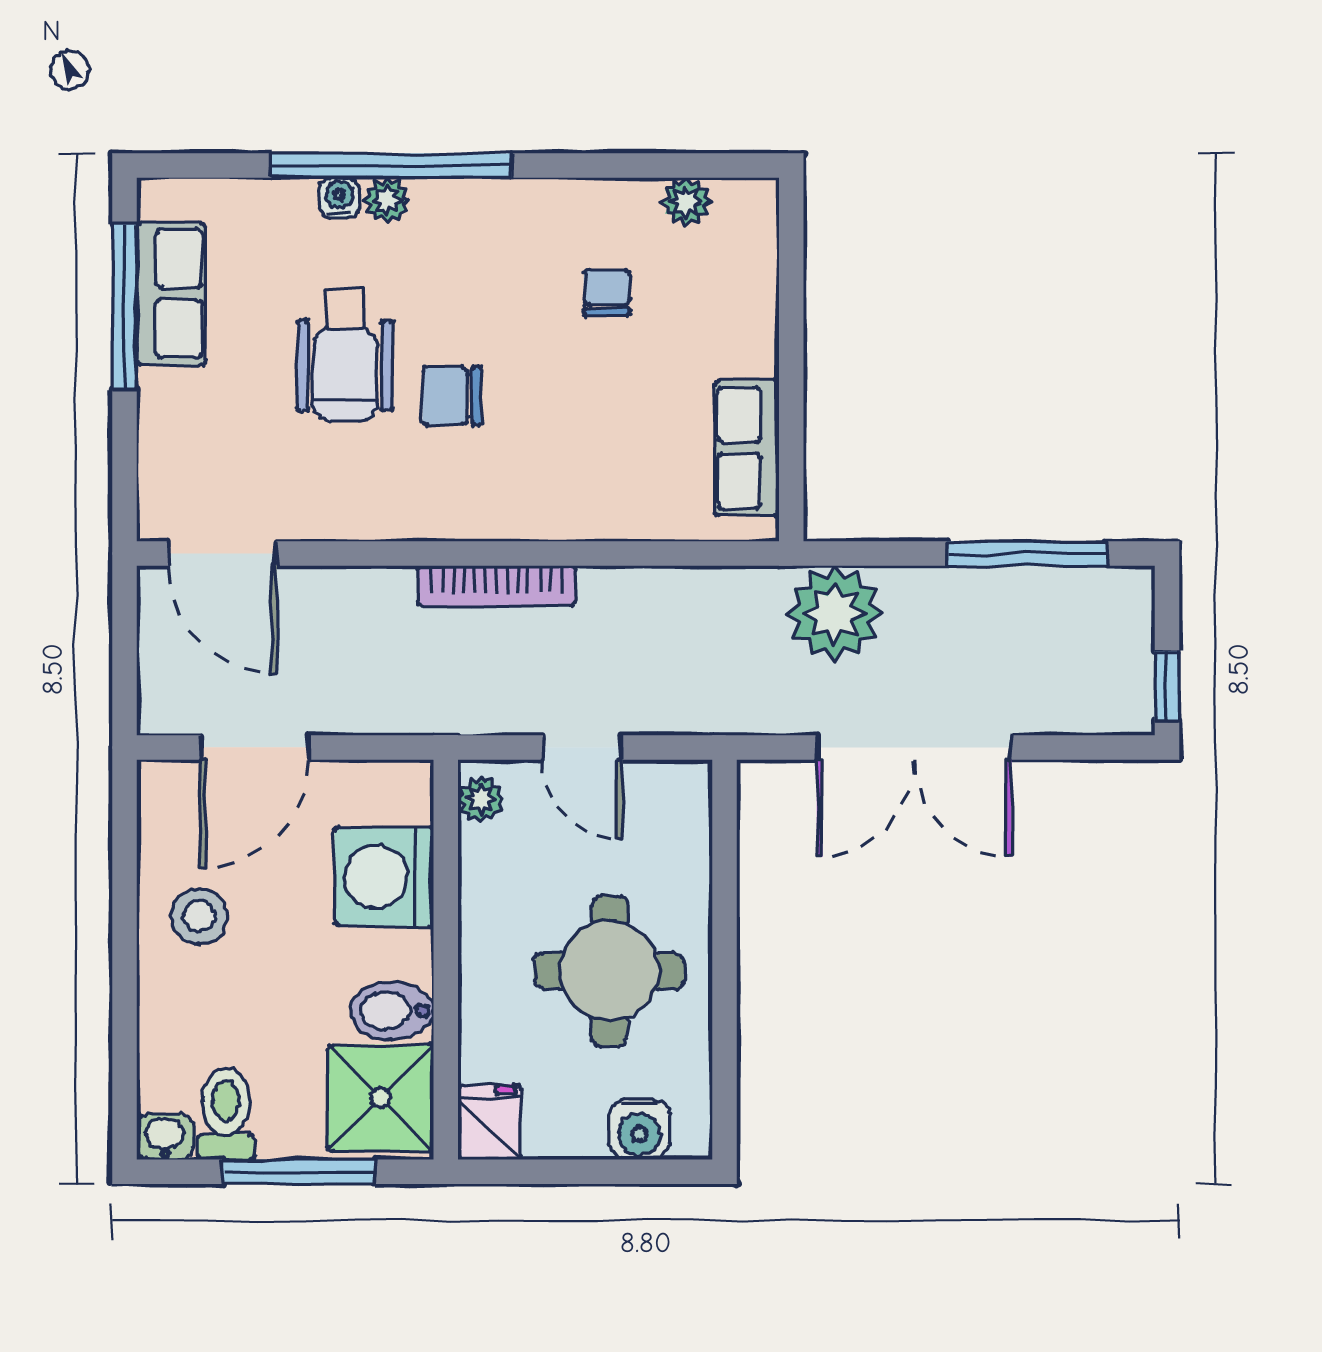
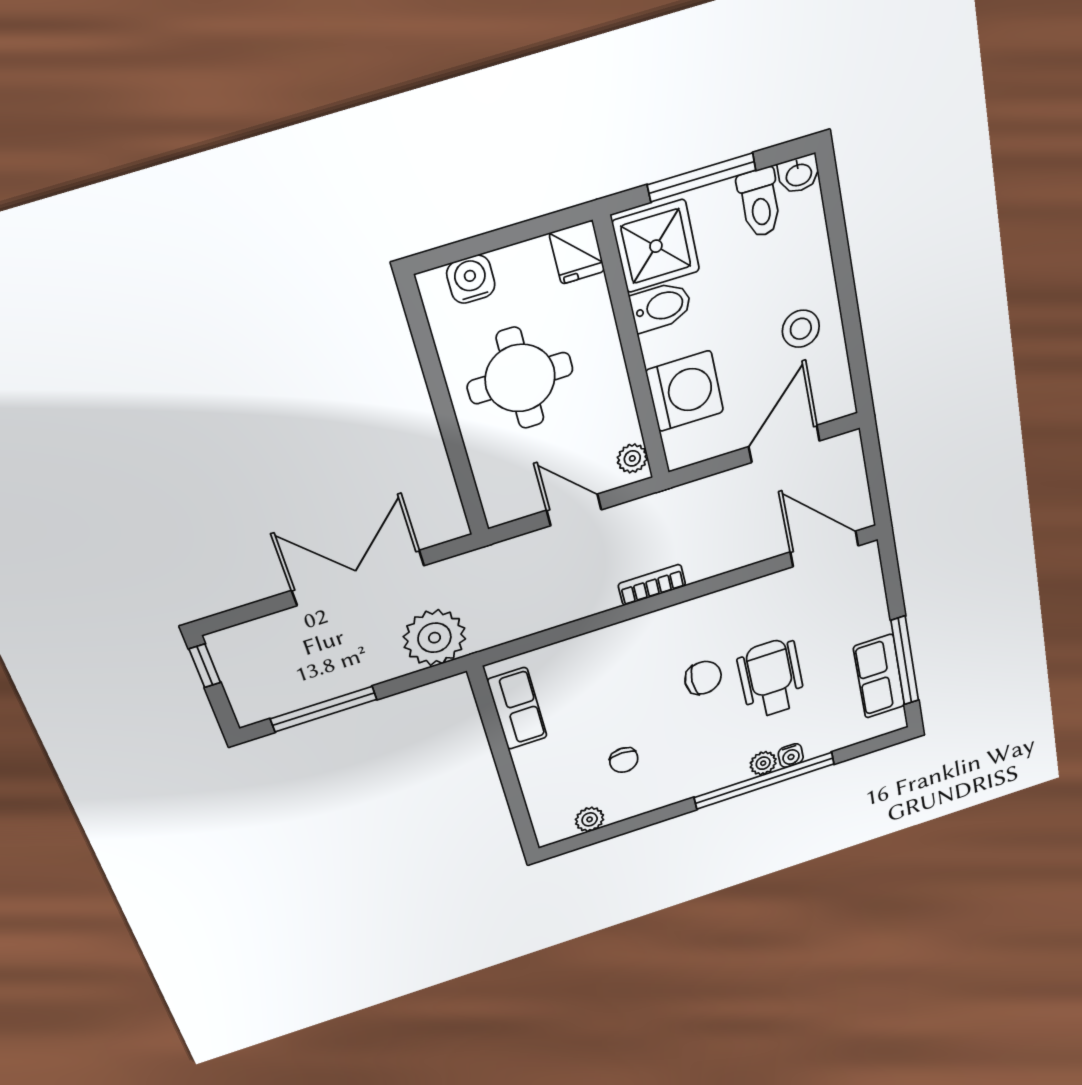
bookcase: (496, 586) -> (652, 585), width x0.64

